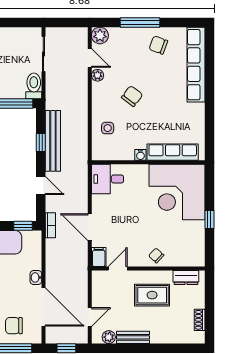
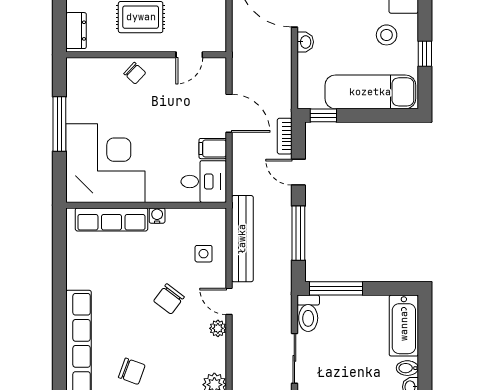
door: (90, 58) -> (229, 301), moved
bench: (53, 141) -> (242, 239), moved
window: (41, 143) -> (298, 233), width x2.17
window: (209, 220) -> (59, 124), width x2.17
bookcase: (50, 225) -> (285, 136), moved
filing cabinet: (99, 257) -> (213, 149), moved, turned 90
dresser: (186, 278) -> (76, 31), moved, turned 90

